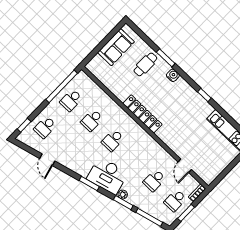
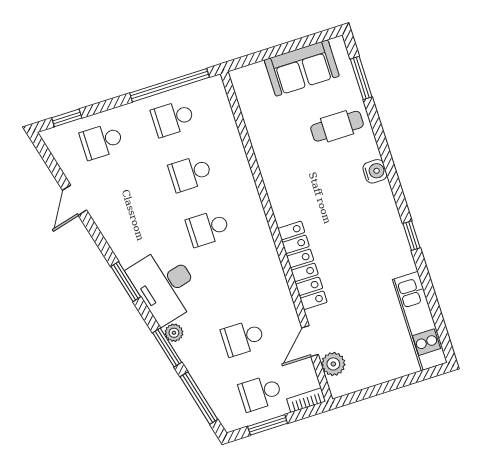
window: (166, 58) -> (361, 78), moved
locker: (142, 114) -> (302, 265), moved
plant: (200, 170) -> (333, 364), added

